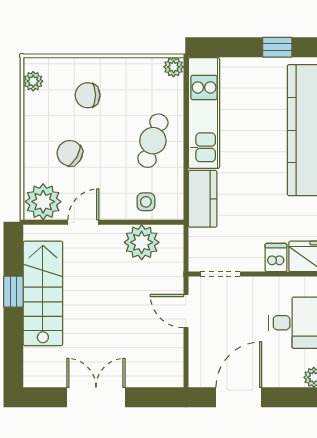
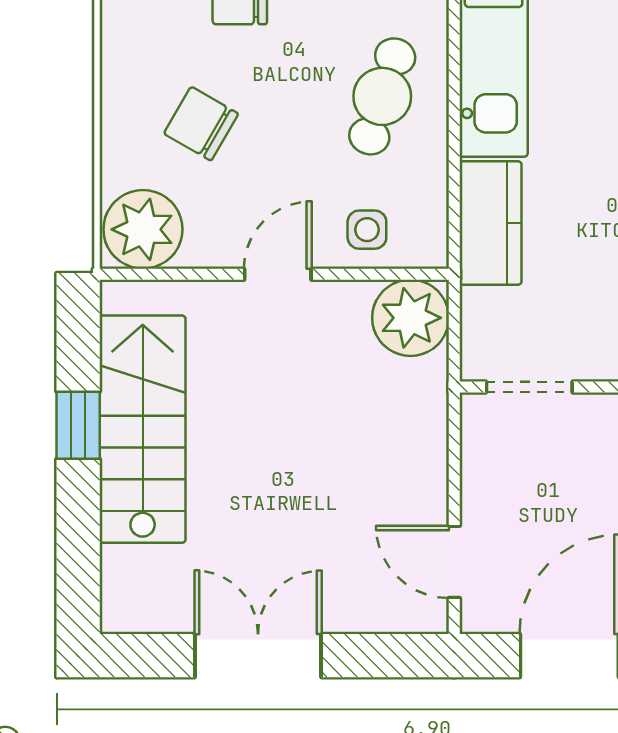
door: (83, 222) -> (278, 274), moved
plant: (142, 242) -> (411, 318), moved
door: (186, 311) -> (454, 562), moved

